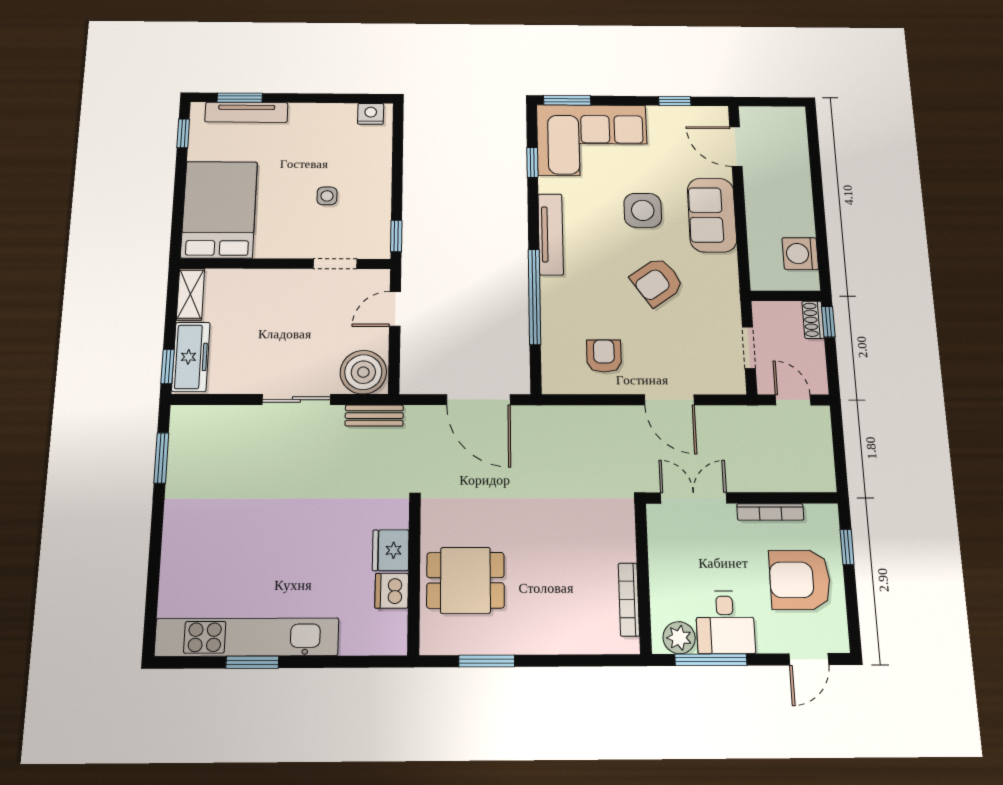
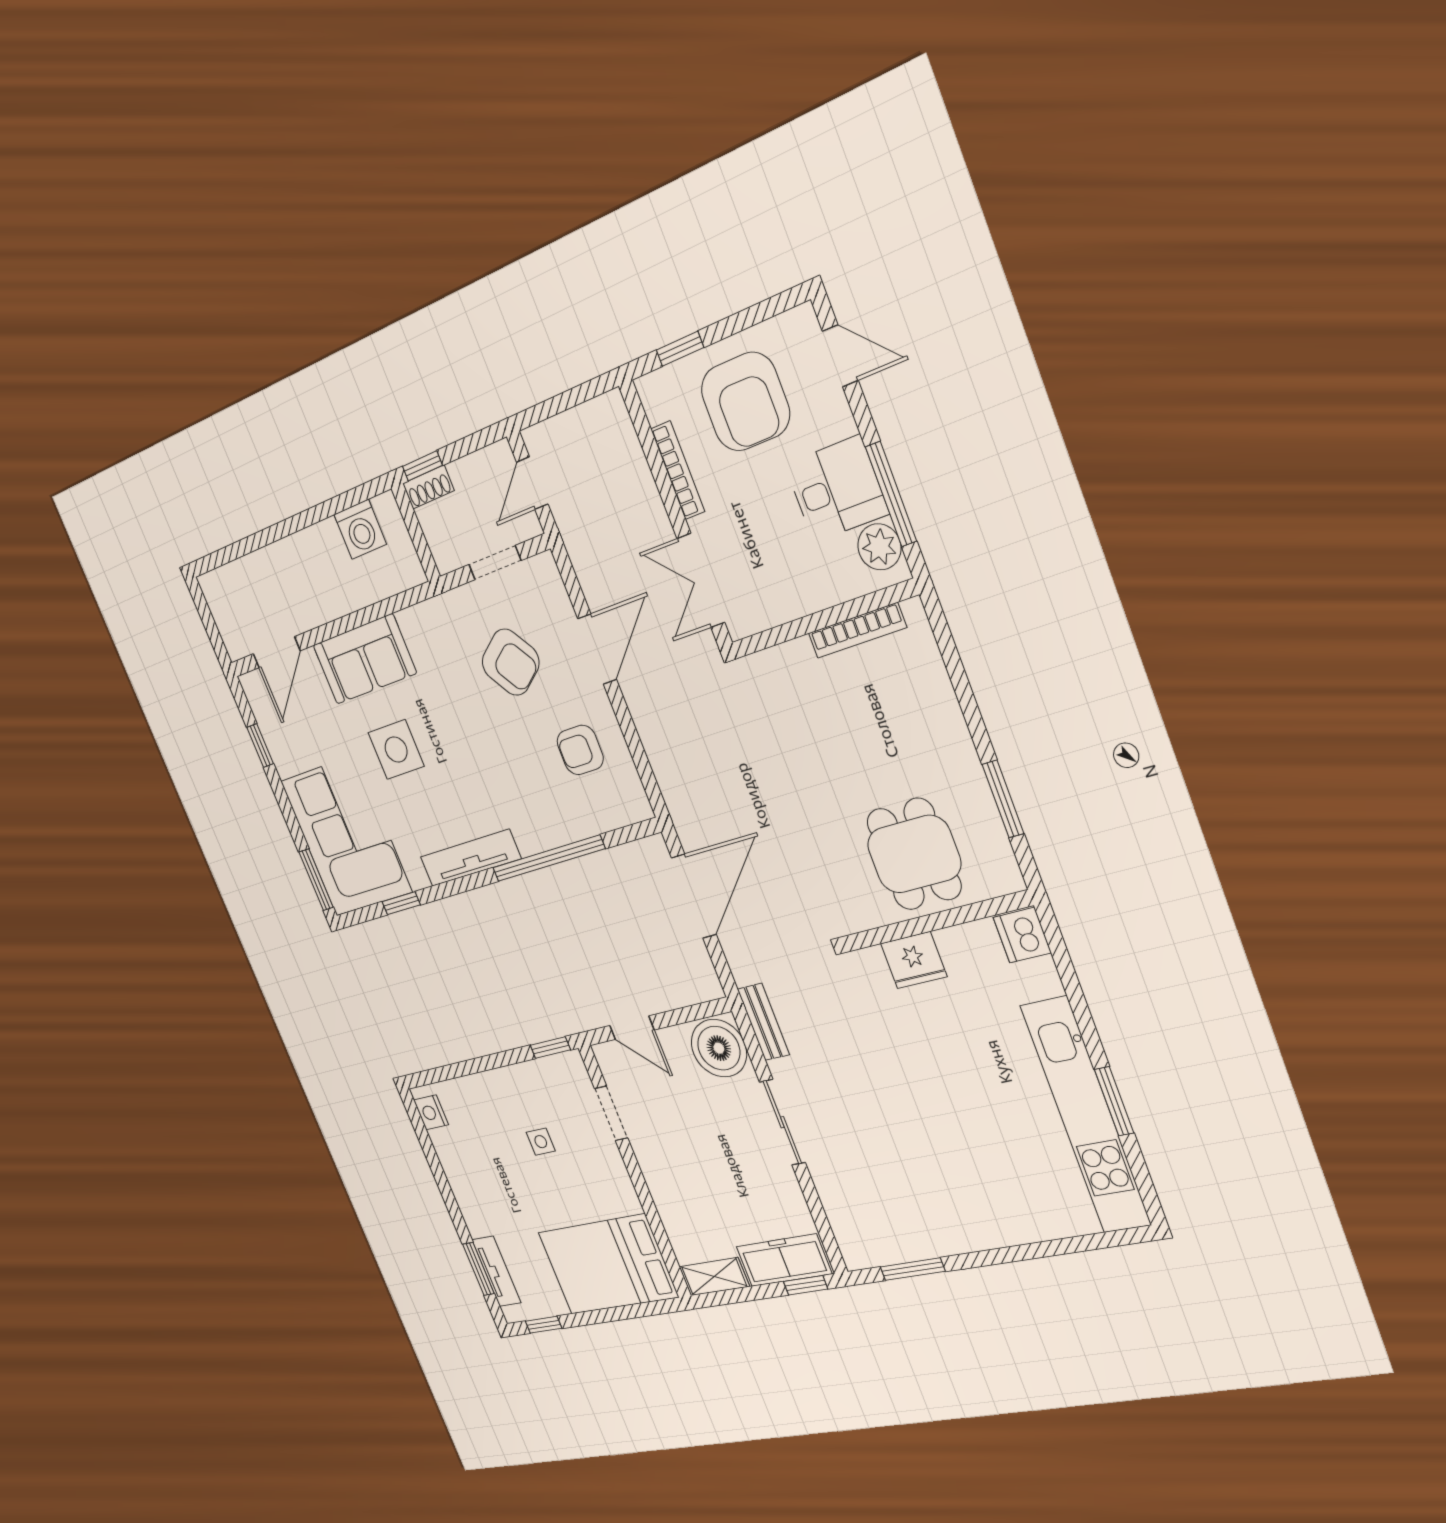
tv unit: (246, 112) -> (496, 1271), width x0.71
armchair: (657, 282) -> (511, 662), moved
dishwasher: (392, 591) -> (1022, 935), moved, turned 90

